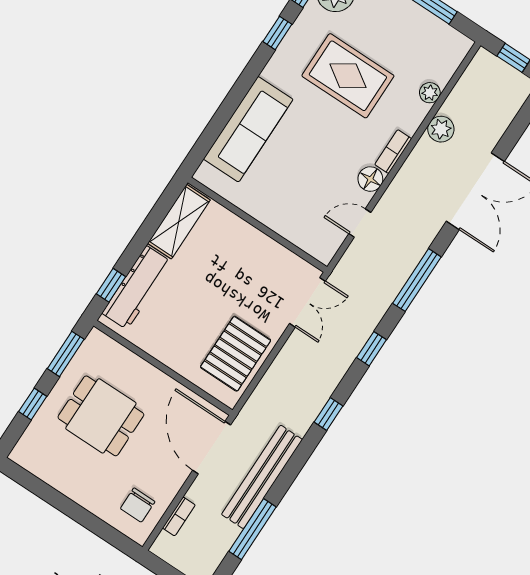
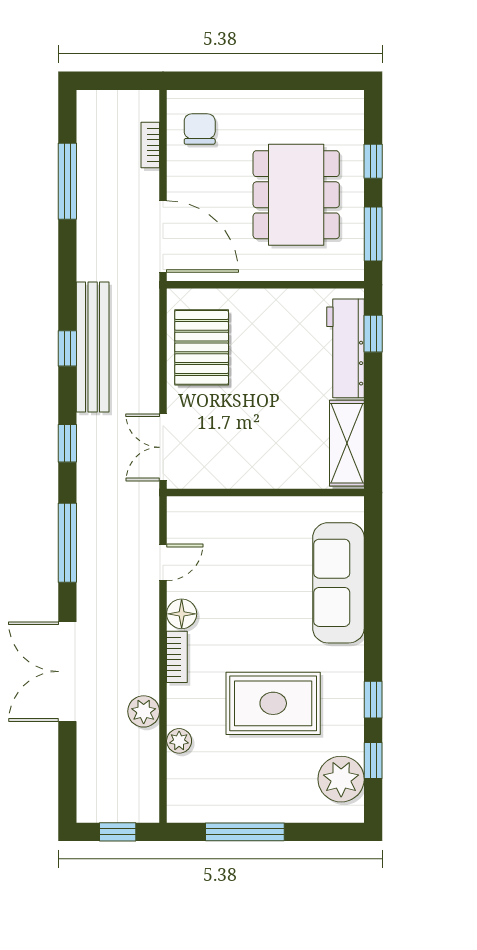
dining table: (101, 416) -> (296, 195), width x1.37
bench: (262, 477) -> (93, 347), moved

